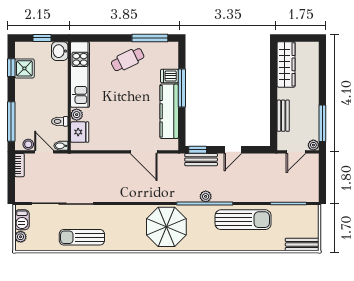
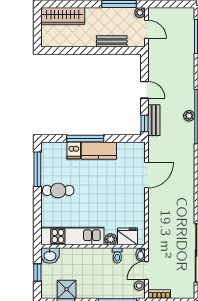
cafe table: (128, 60) -> (58, 190), turned -64
wardrobe: (286, 64) -> (63, 16), moved, turned 180
kitchen counter: (169, 111) -> (99, 151), width x0.67

